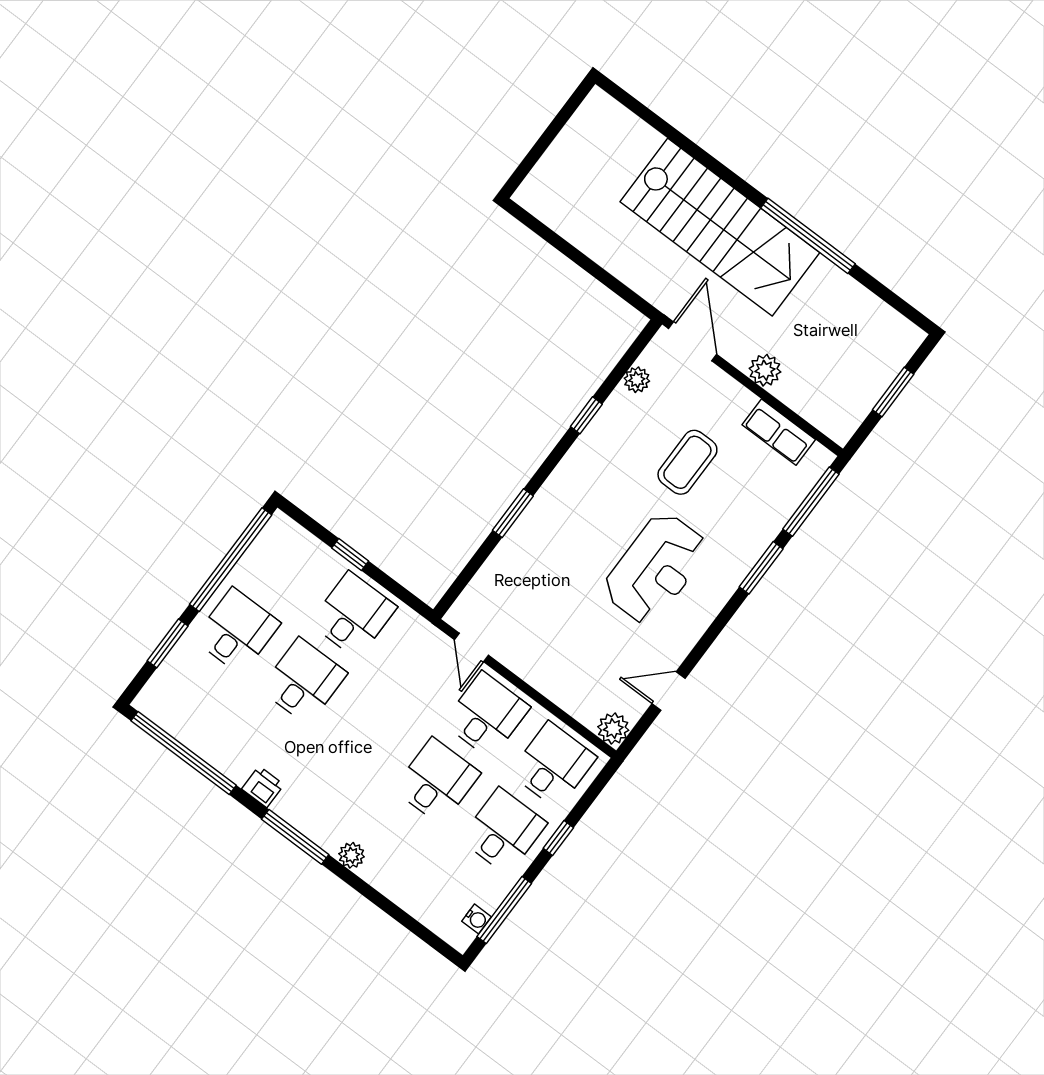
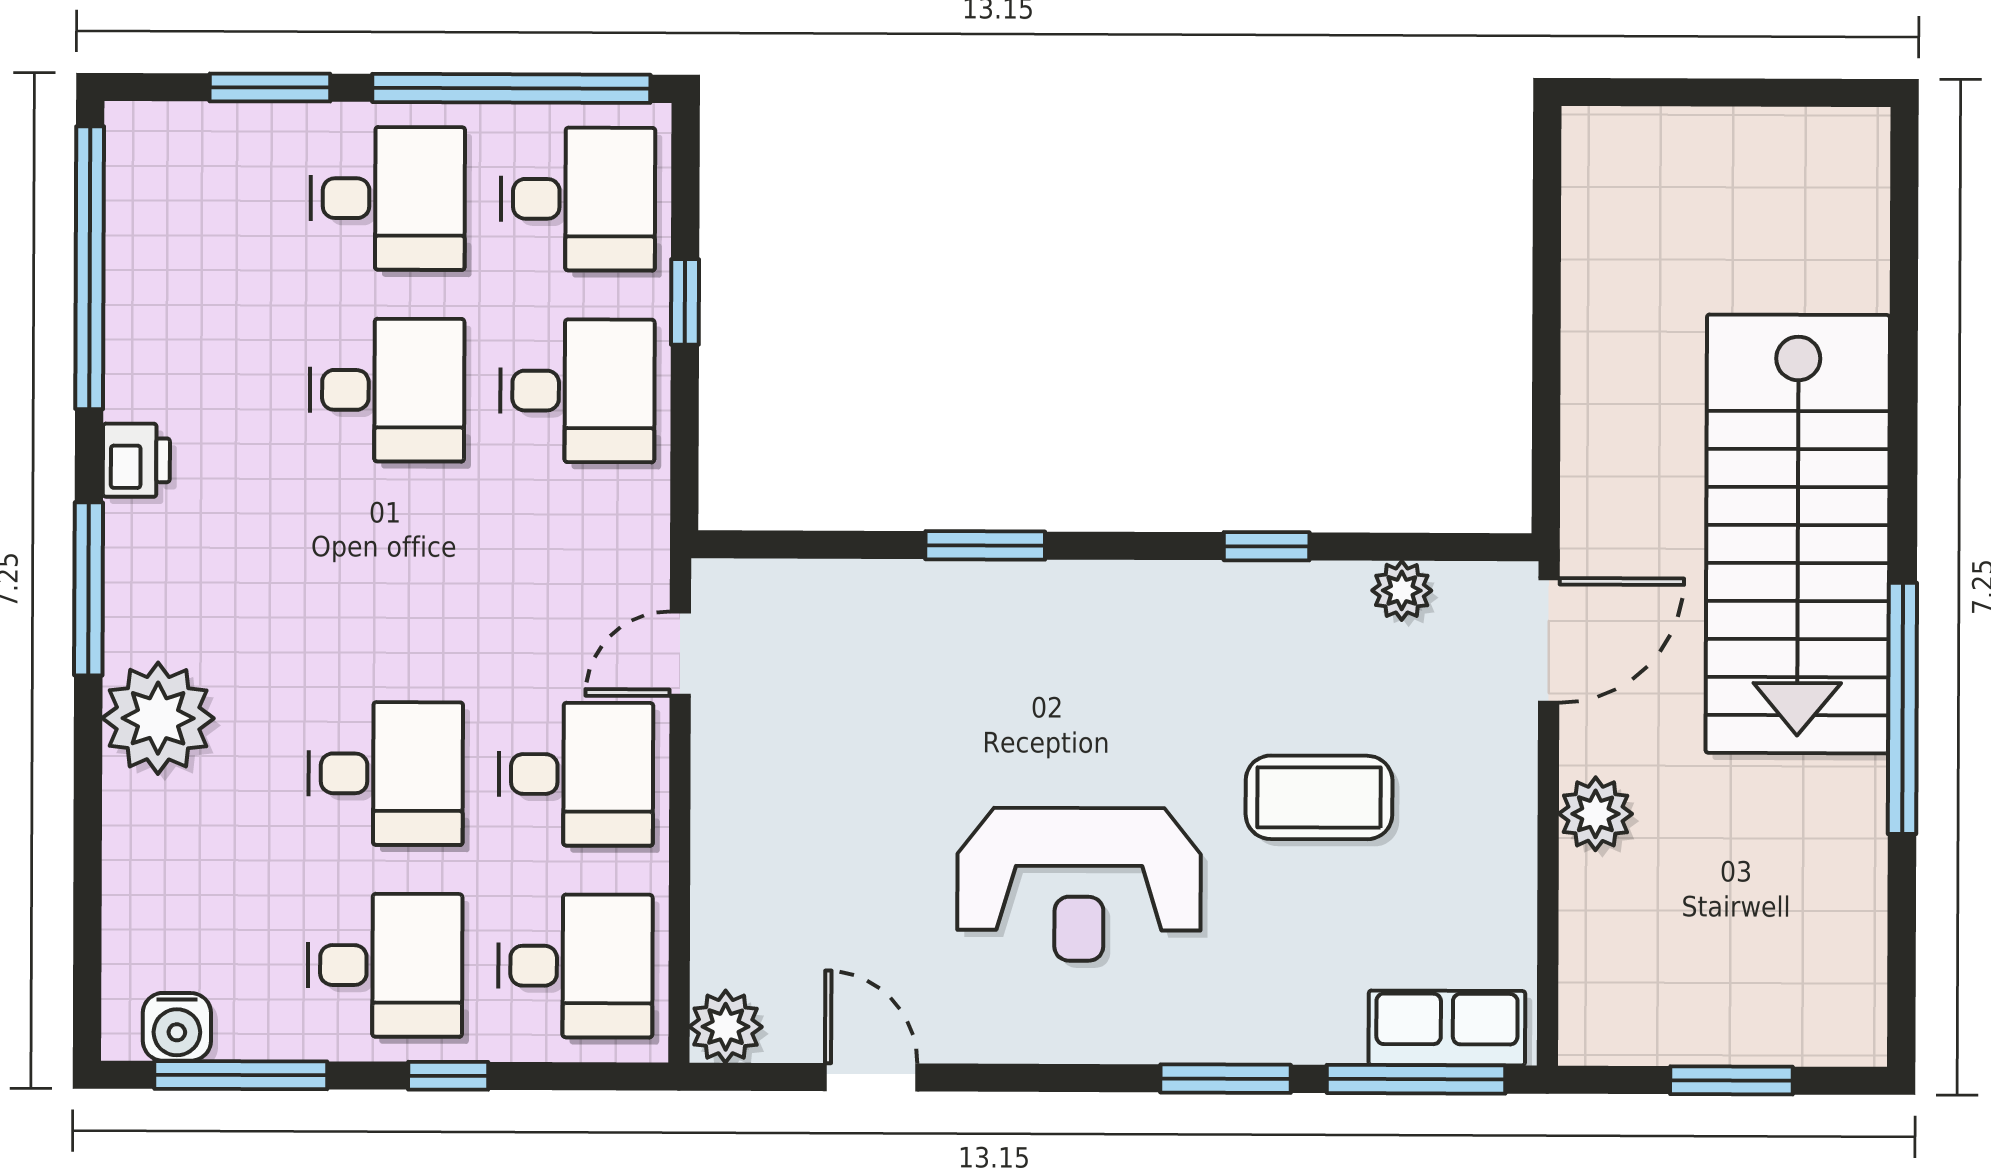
row of seats: (779, 432) -> (1447, 1028), moved, turned 90
desk: (286, 565) -> (578, 199), added
plant: (352, 855) -> (158, 718), width x1.87, depth x1.87
water cooler: (476, 919) -> (177, 1027), width x1.38, depth x1.38

